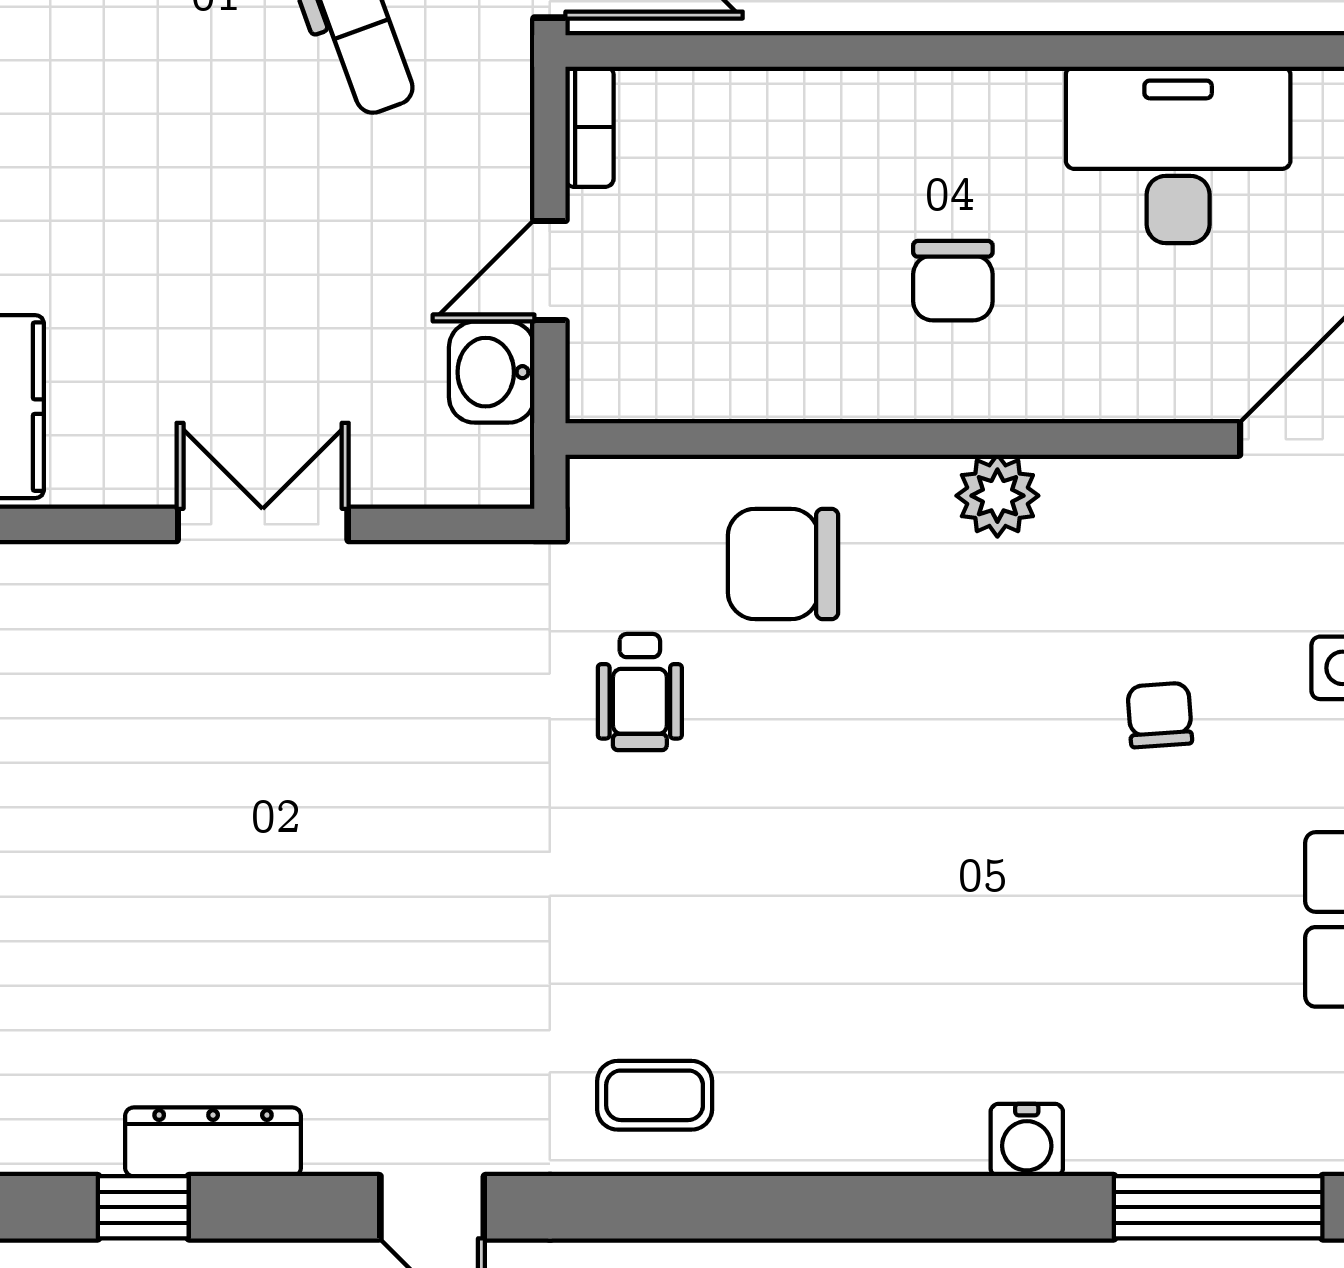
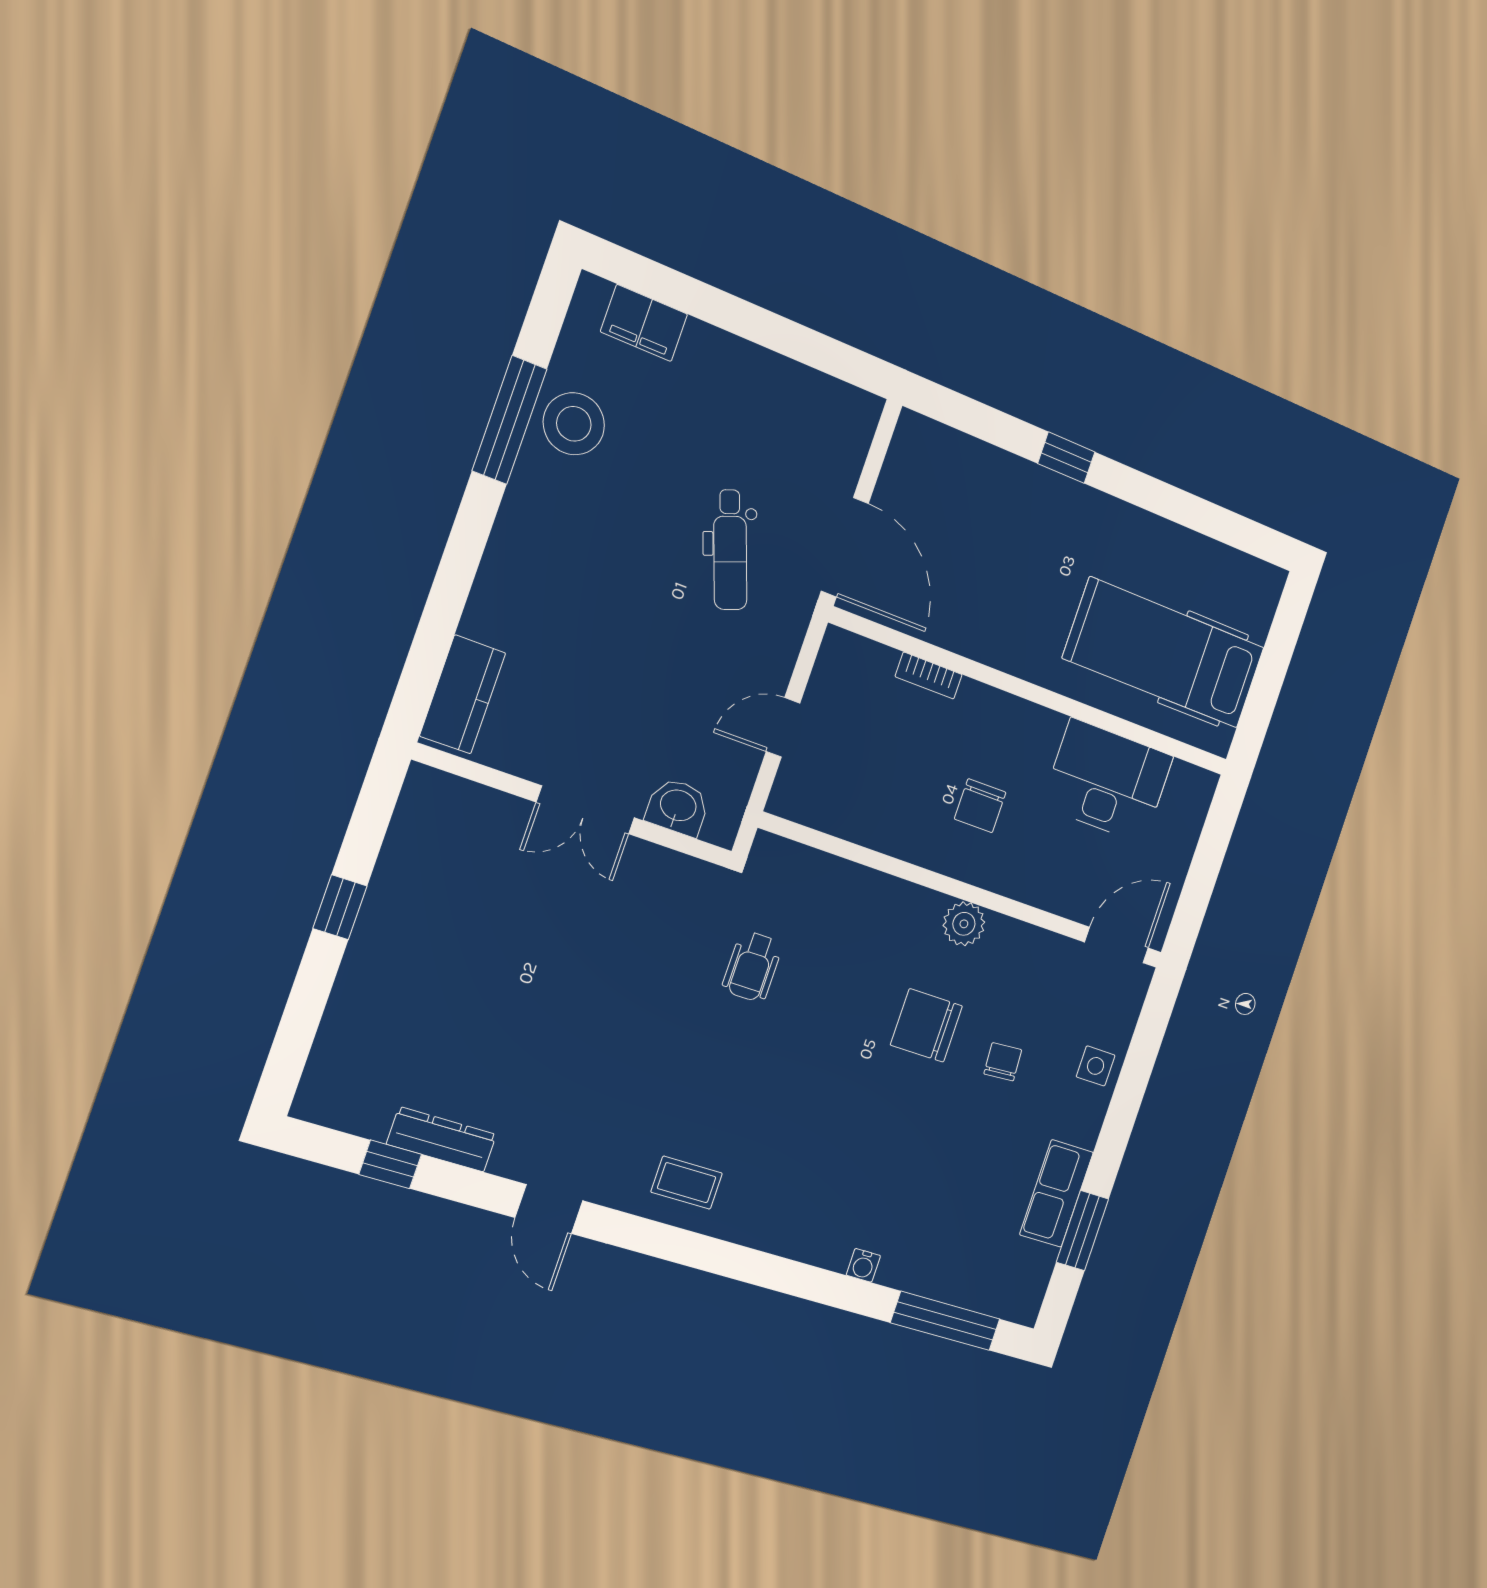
bookcase: (590, 127) -> (929, 676), moved, turned 90
washbasin: (492, 372) -> (678, 807), moved, turned 90
double door: (263, 524) -> (586, 810), swing flipped
chair: (783, 564) -> (926, 1025), moved
water cooler: (1027, 1140) -> (863, 1265), width x0.72, depth x0.72

